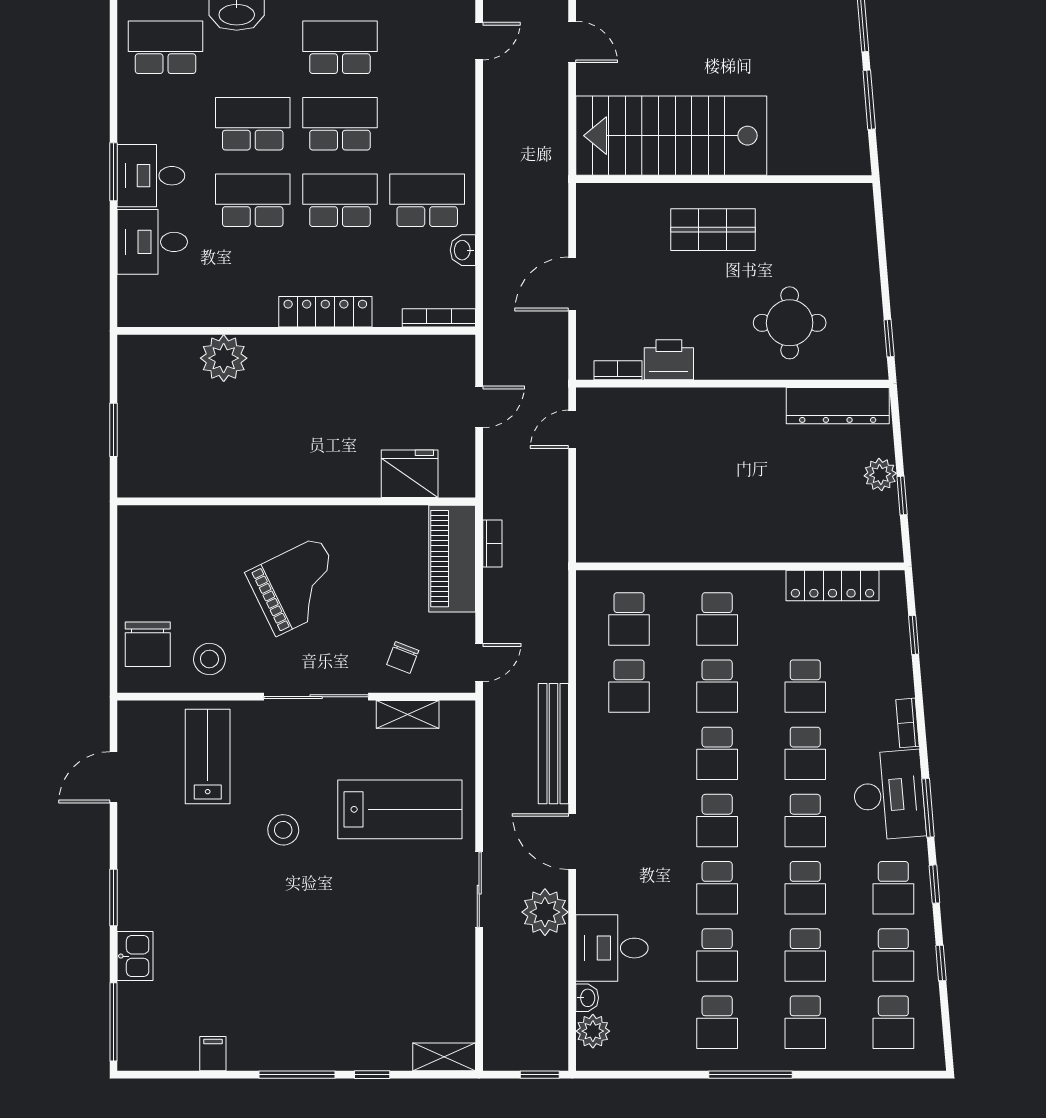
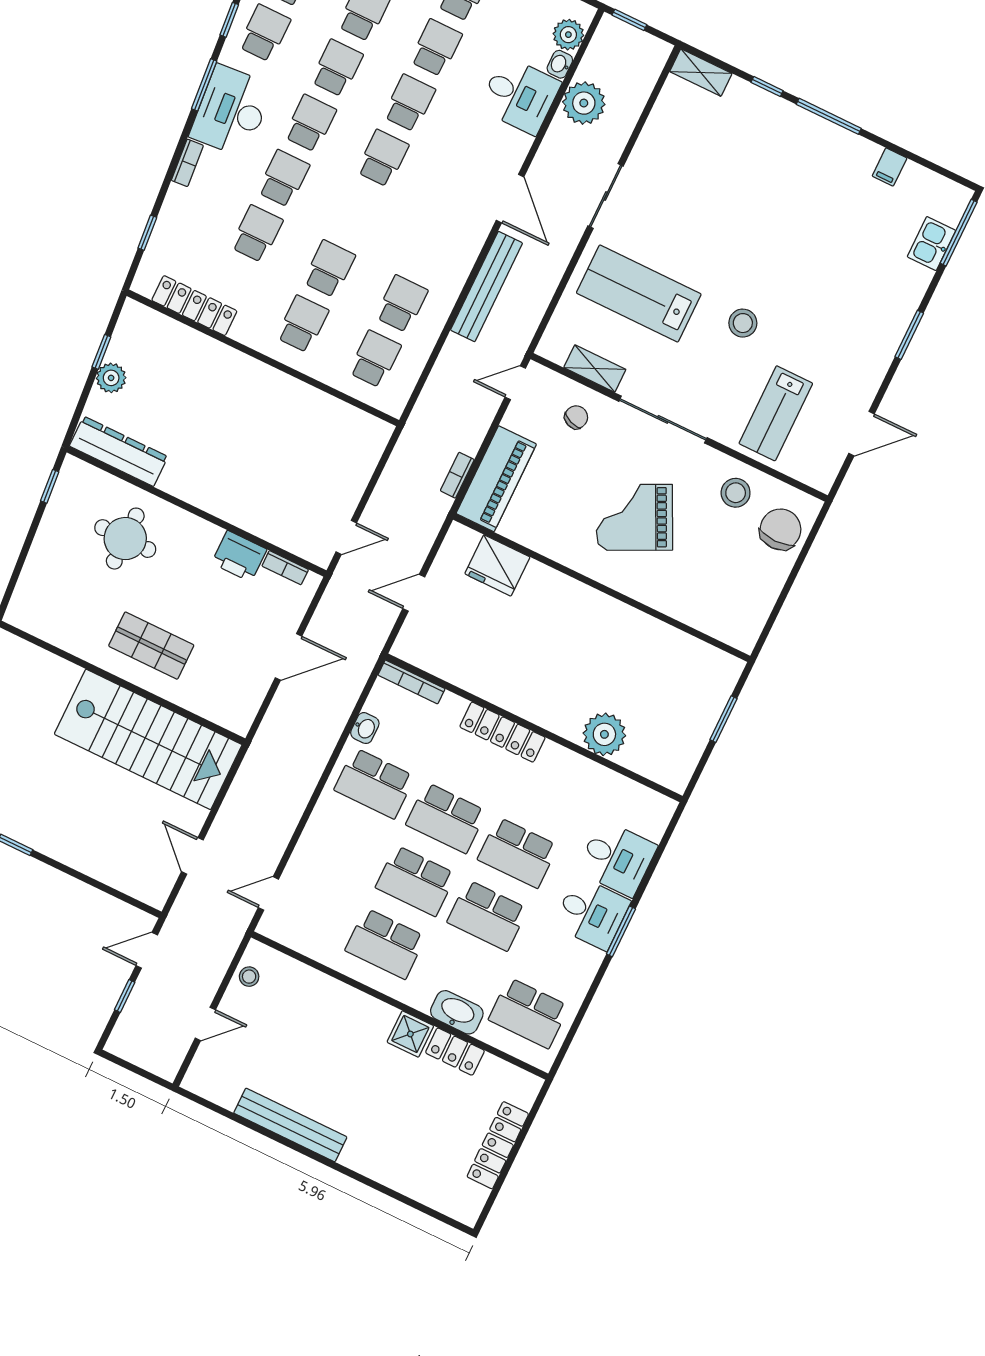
school desk: (717, 753) -> (356, 213), removed
plant: (545, 912) -> (584, 103), moved
kitchen sink: (135, 956) -> (931, 244), moved

